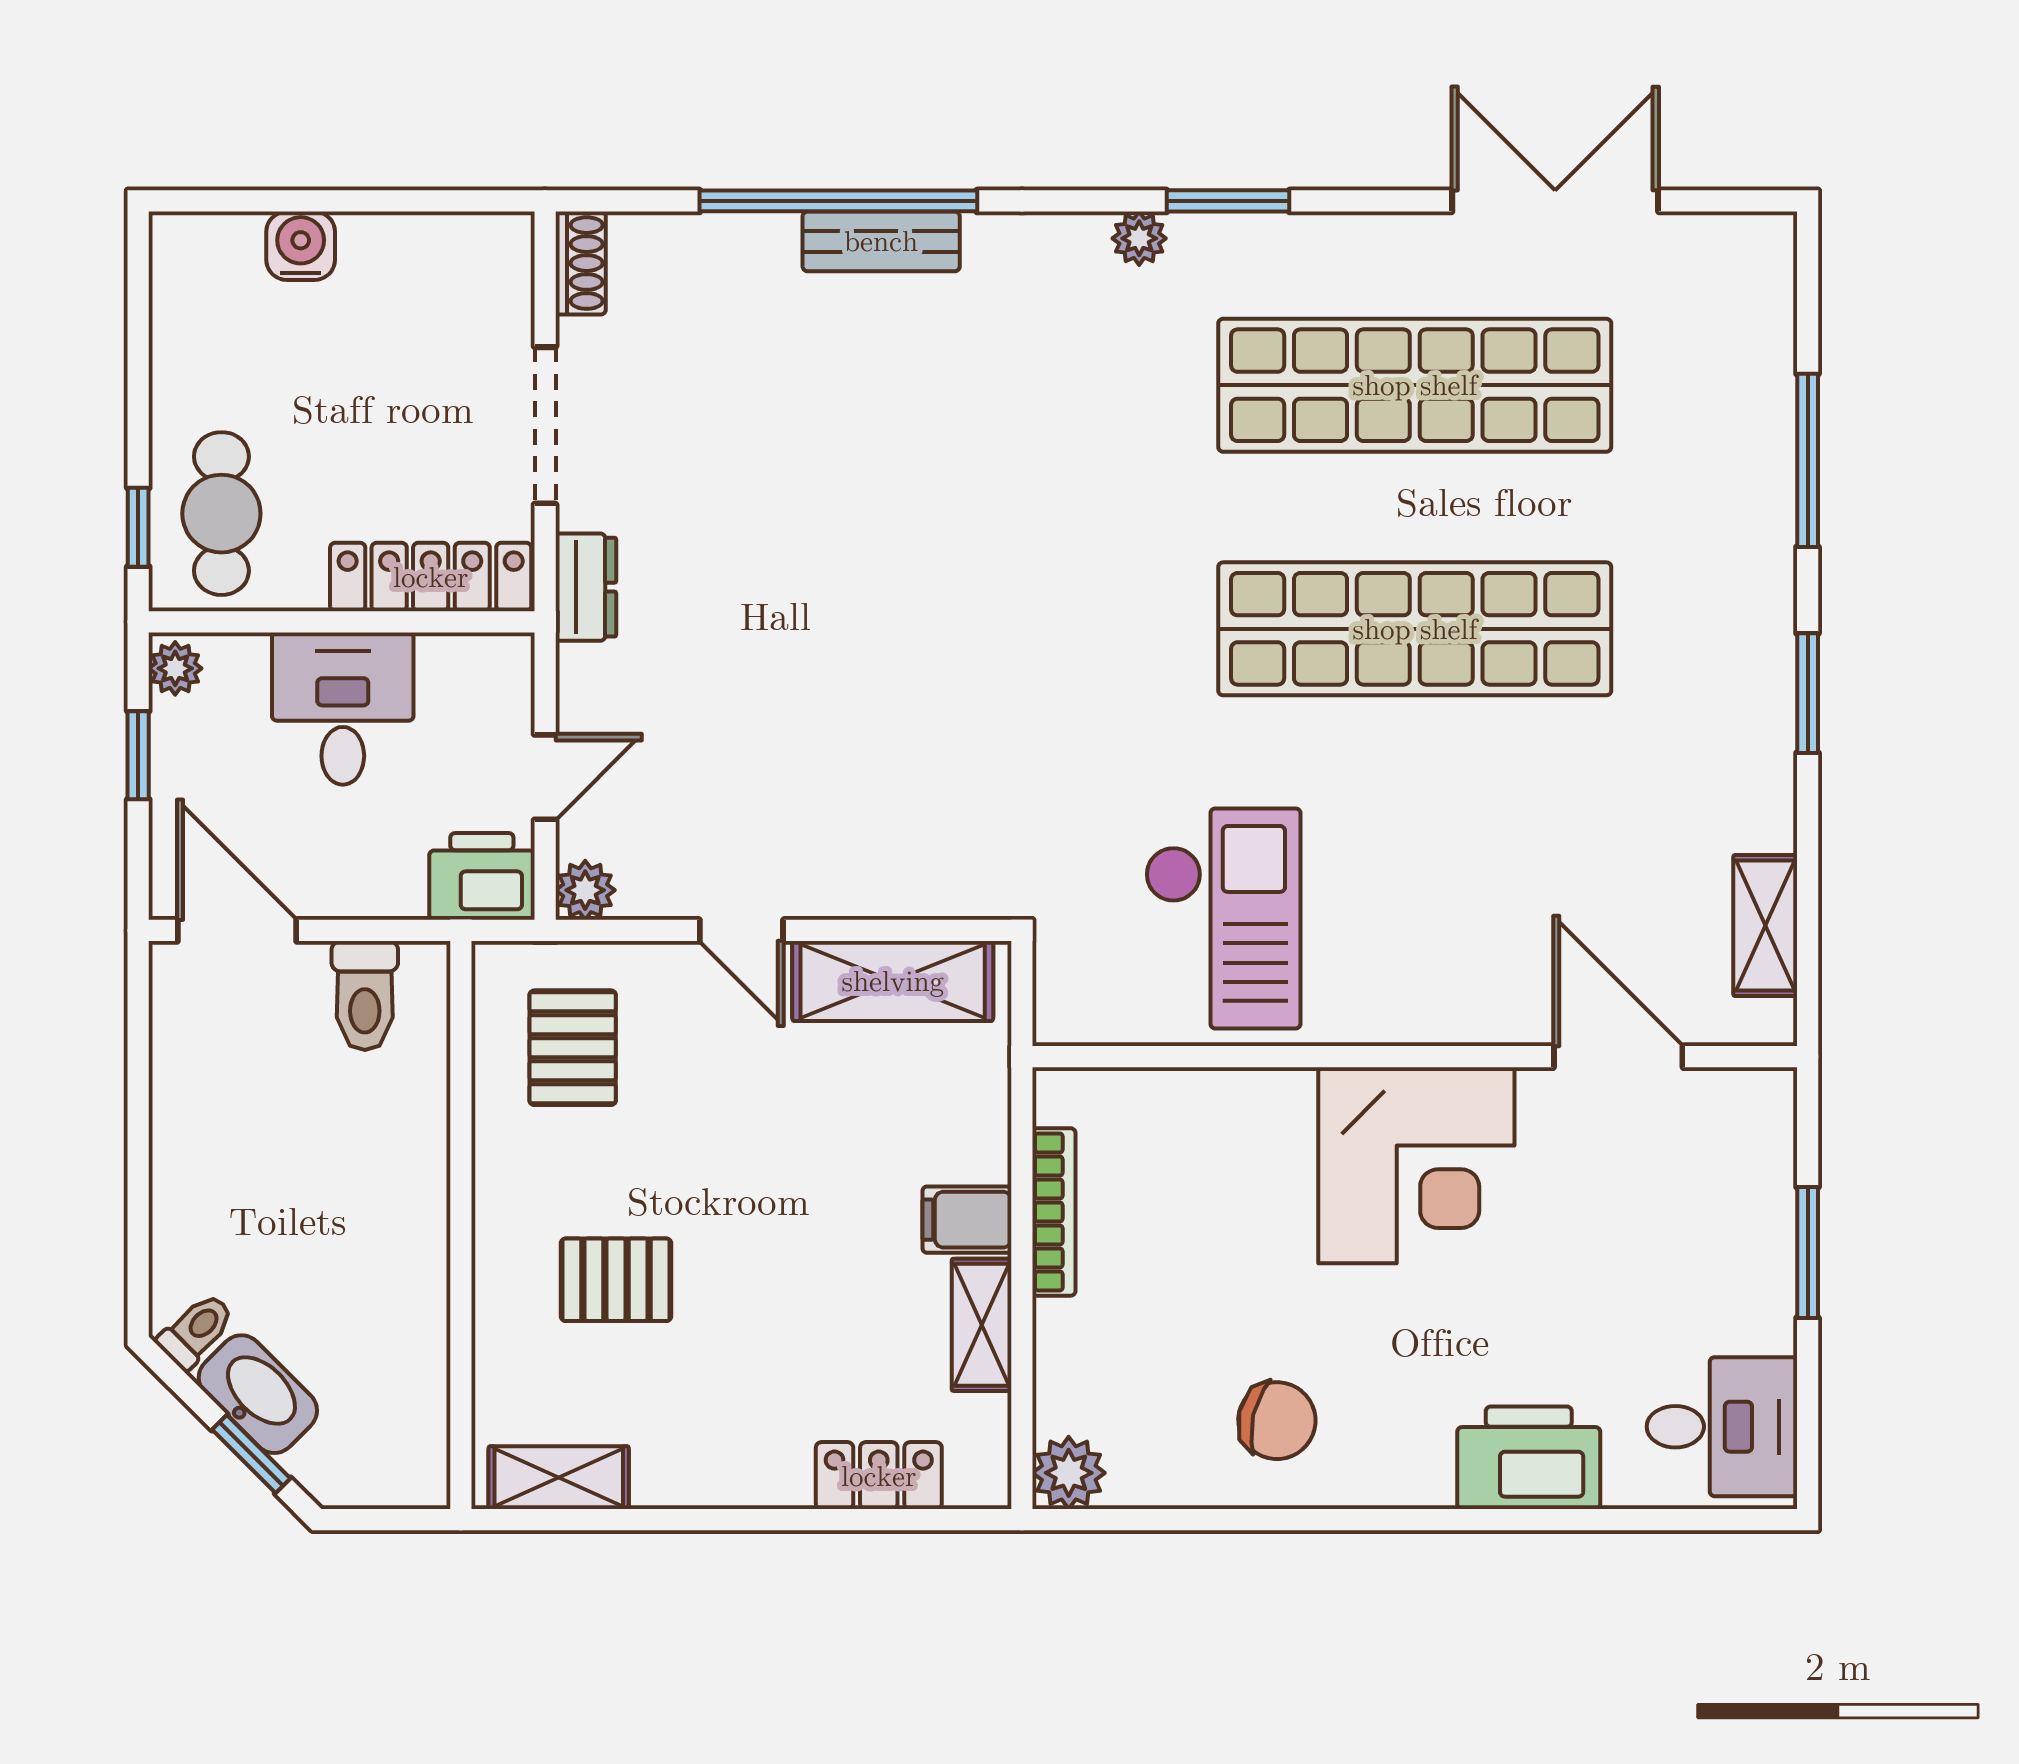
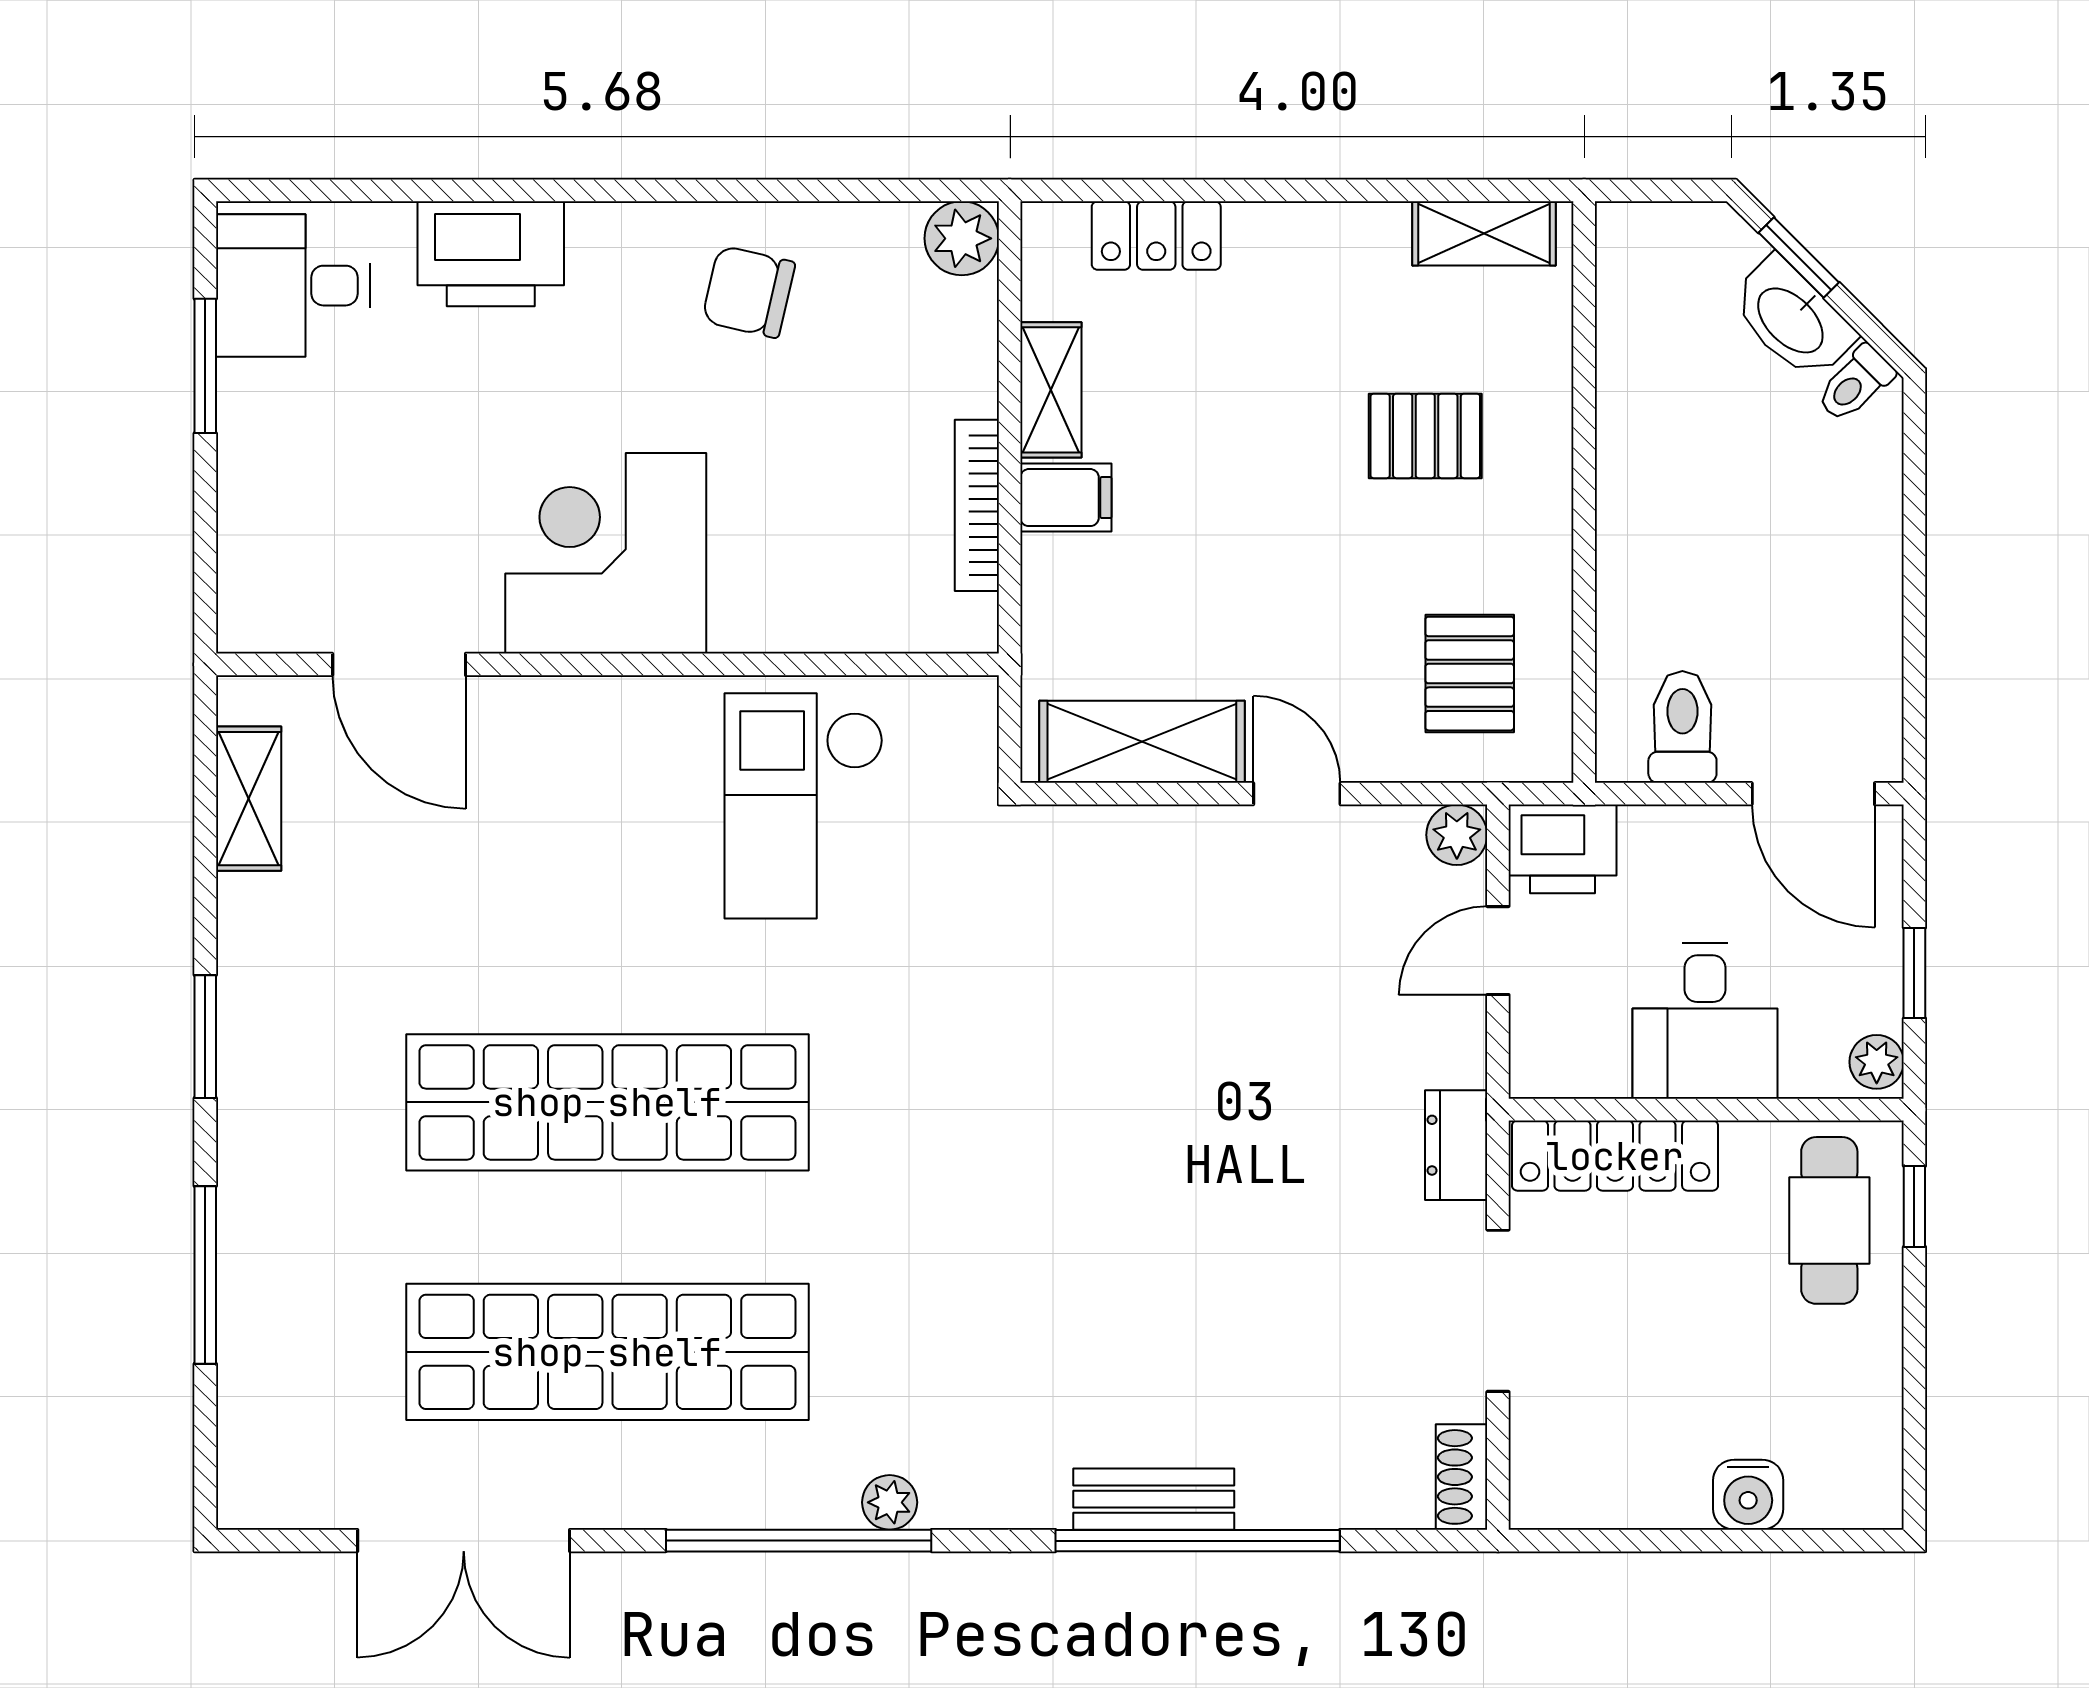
window: (1228, 201) -> (799, 1541), width x2.11
window: (1808, 1253) -> (205, 366), moved

